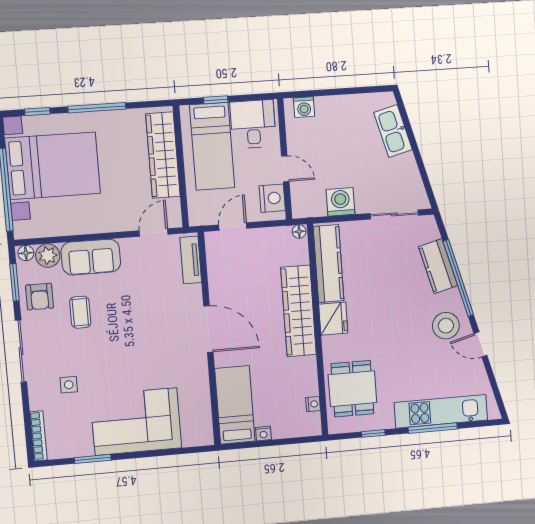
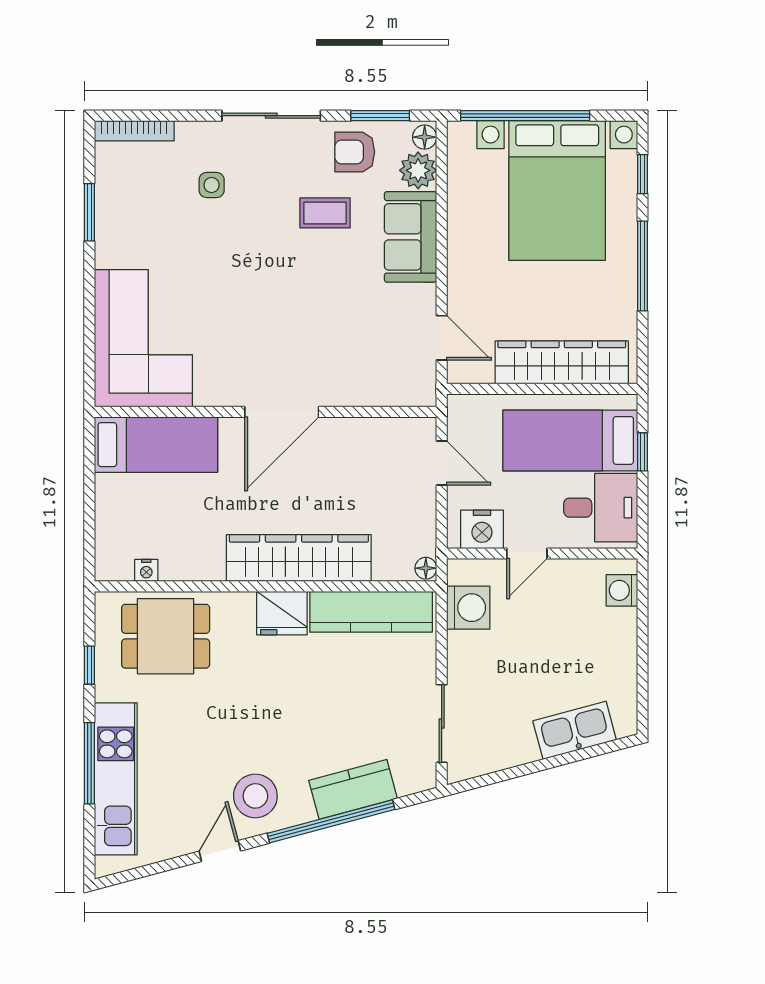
washing machine: (340, 202) -> (468, 608), moved
tv unit: (191, 260) -> (394, 393), removed
corner sofa: (136, 422) -> (143, 338), moved
nightstand: (263, 433) -> (106, 487), removed

